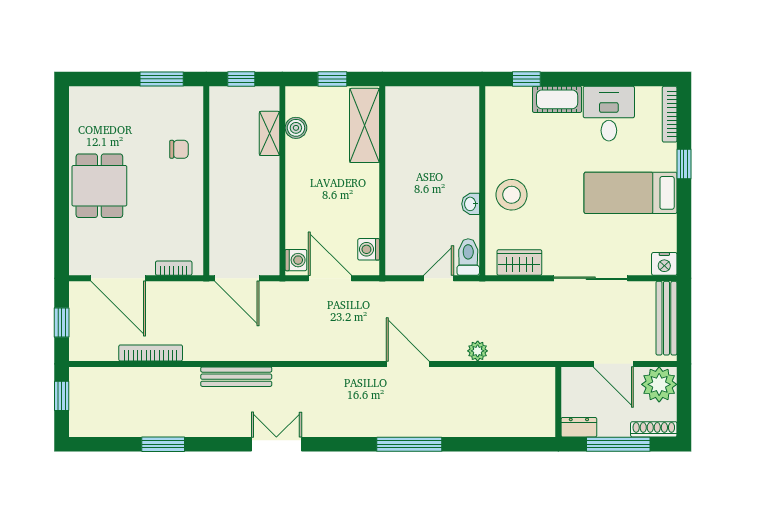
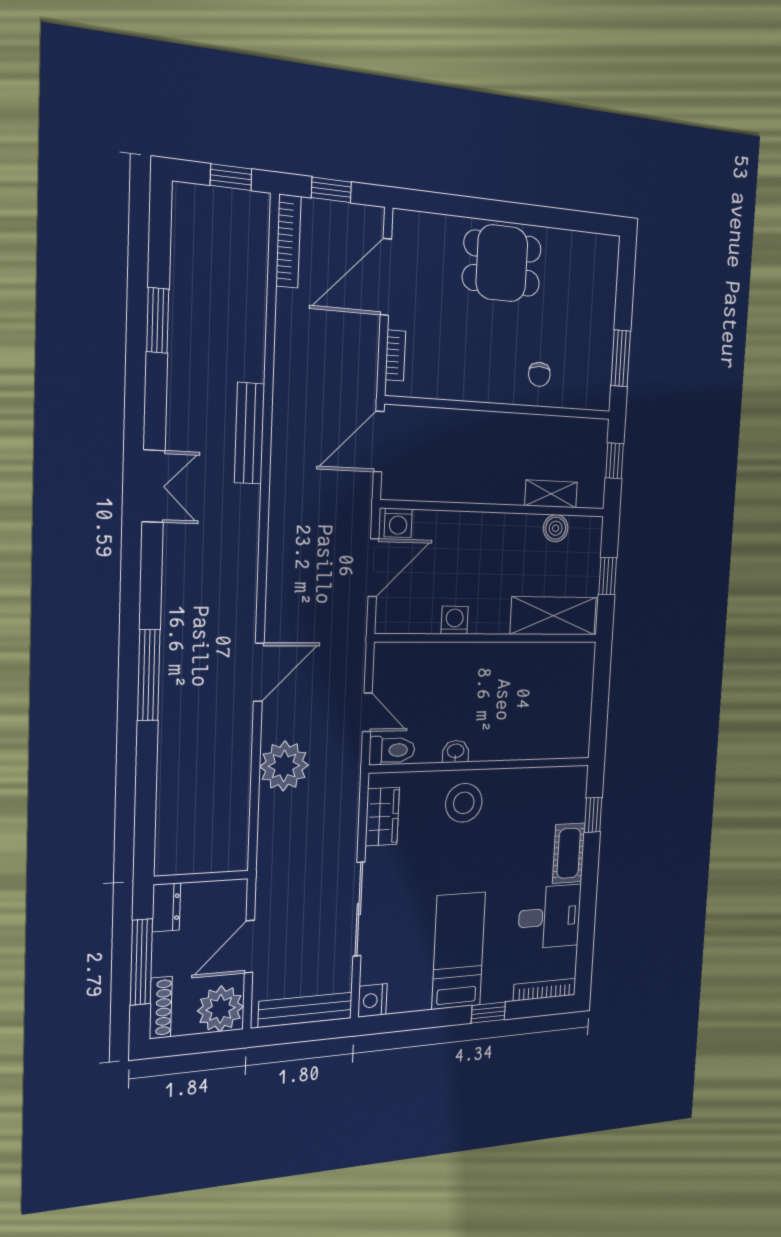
washing machine: (369, 249) -> (455, 620), moved
plant: (478, 351) -> (284, 766), width x1.88, depth x1.88
bookcase: (151, 353) -> (288, 241), moved

